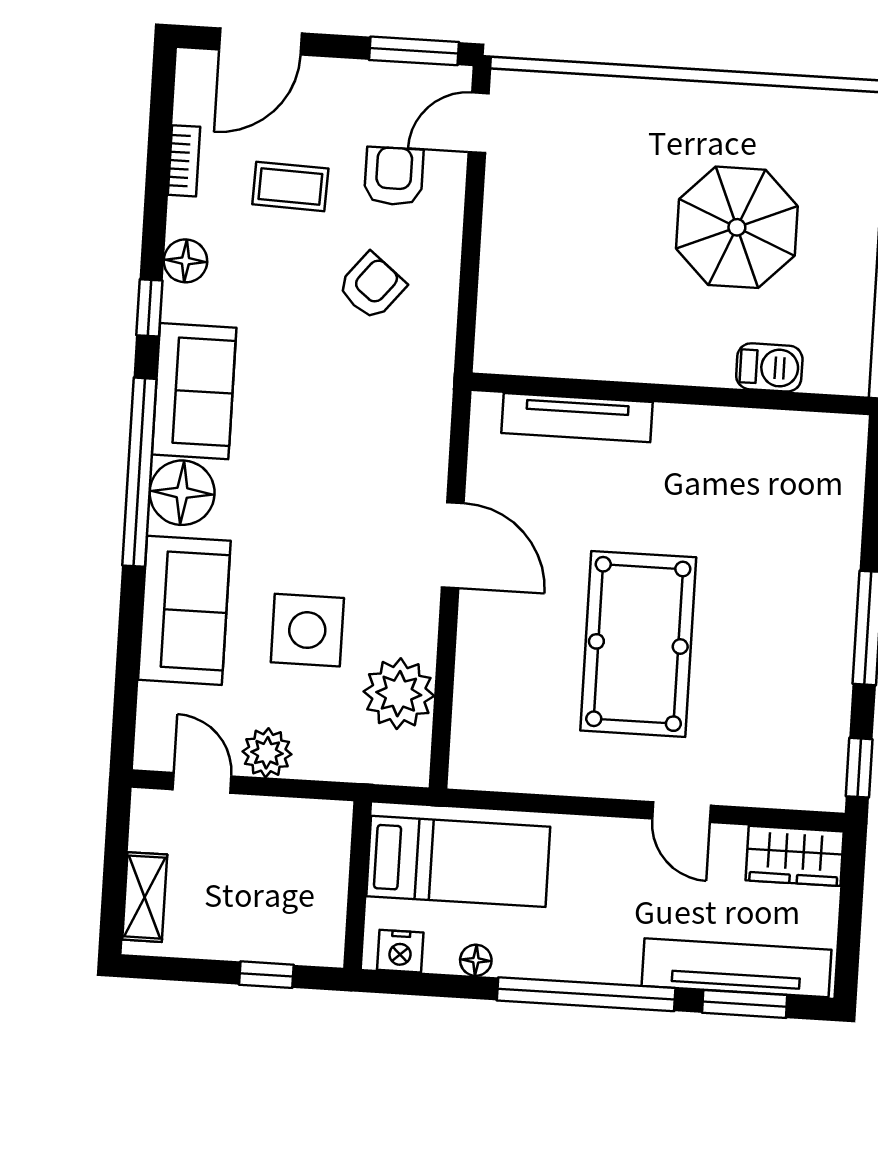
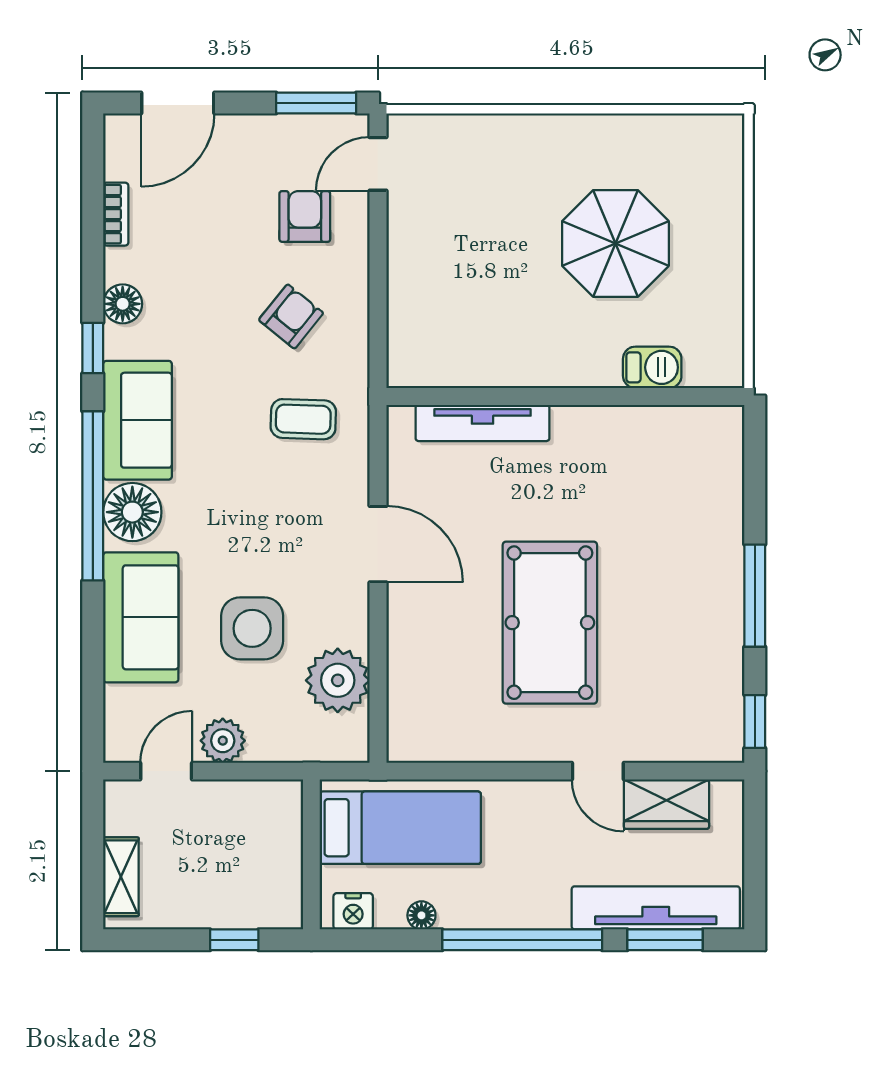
coffee table: (290, 186) -> (303, 419), moved
door: (202, 783) -> (166, 771), hinge flipped
wardrobe: (795, 856) -> (666, 804), moved

